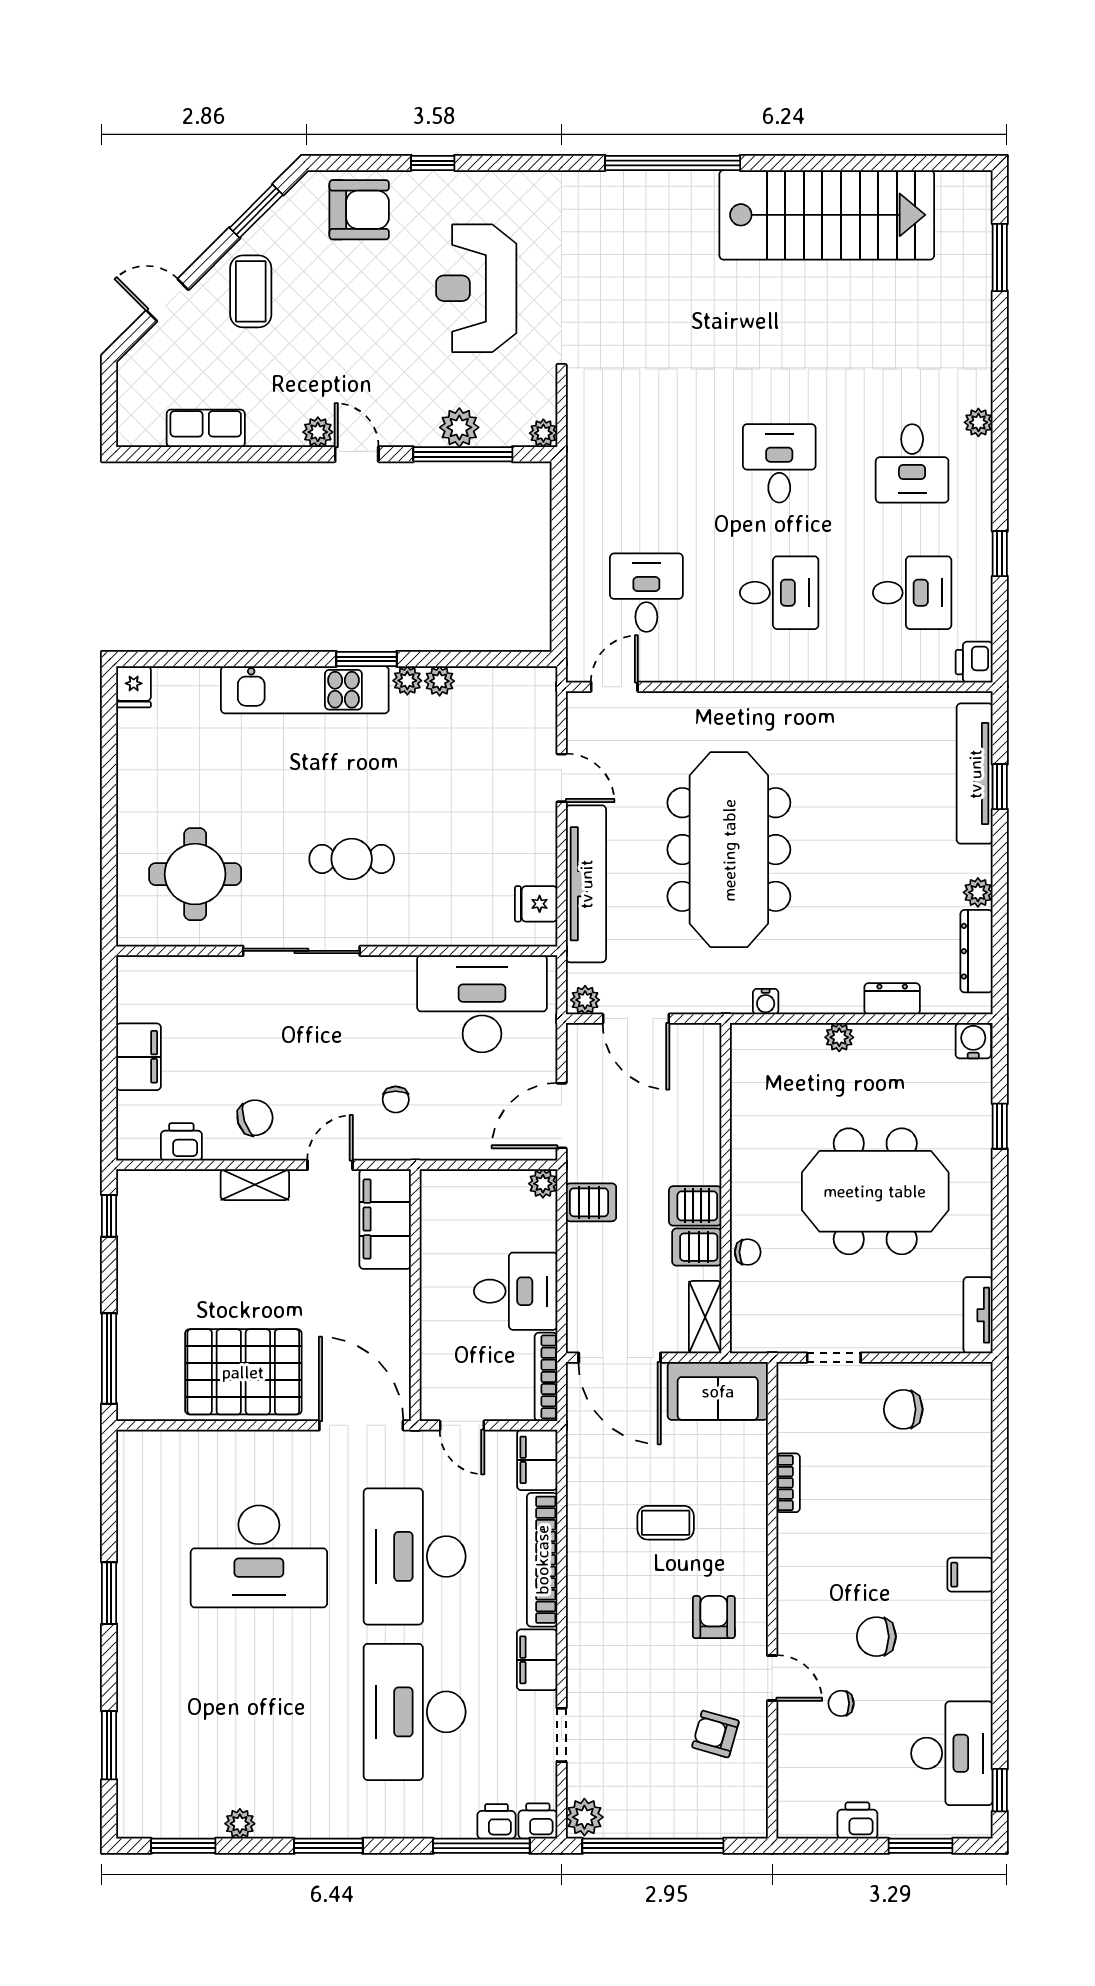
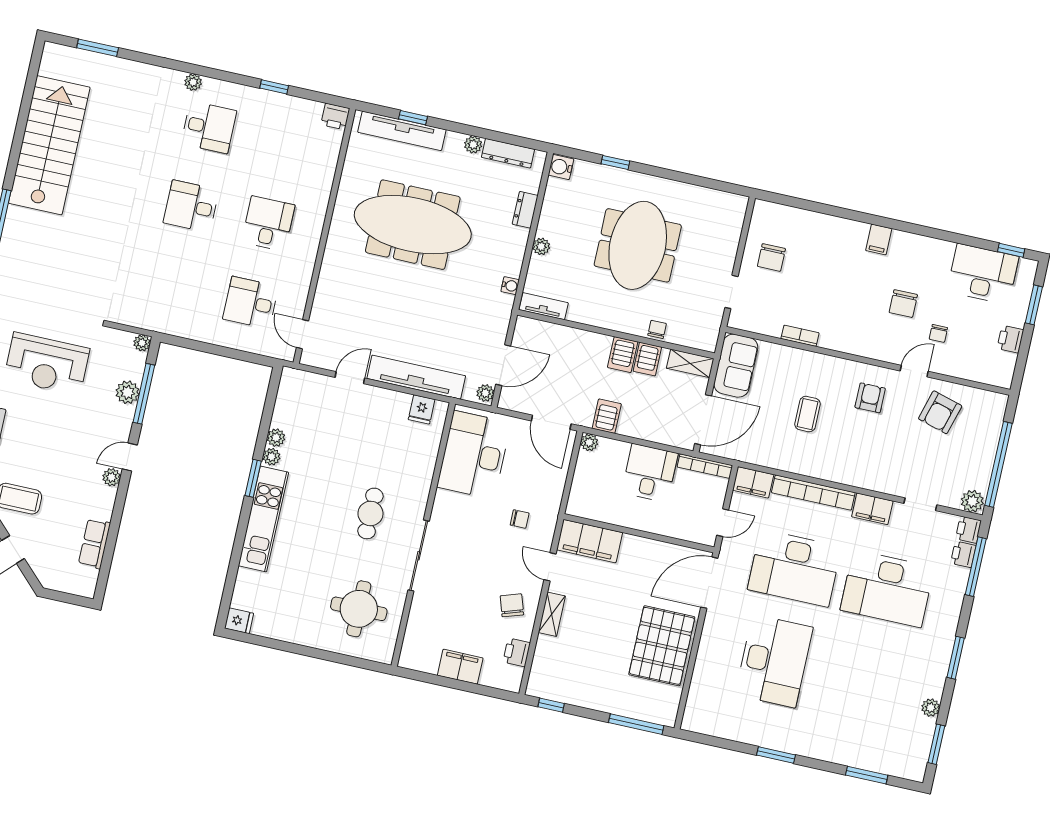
desk: (912, 593) -> (286, 144), removed
meeting table: (729, 850) -> (413, 225), moved
tv unit: (978, 1315) -> (544, 306), moved, turned 180
armchair: (714, 1617) -> (870, 398), turned 90
armchair: (715, 1734) -> (940, 412), width x1.38, depth x1.38

